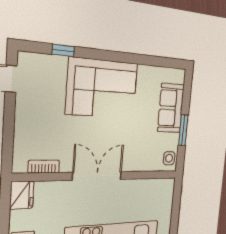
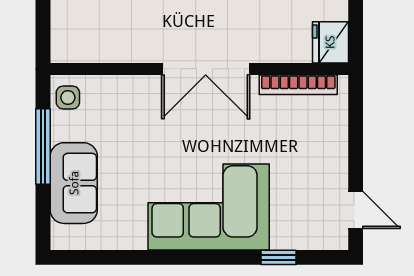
window: (183, 130) -> (43, 146), width x1.44
bookcase: (44, 167) -> (298, 85), width x1.56

